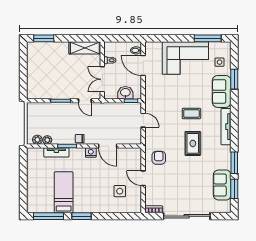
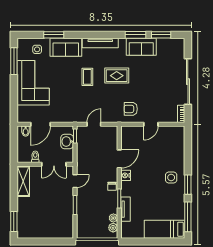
sofa: (222, 185) -> (141, 47), moved
side table: (120, 191) -> (171, 178), moved
bed: (64, 192) -> (165, 229), moved

